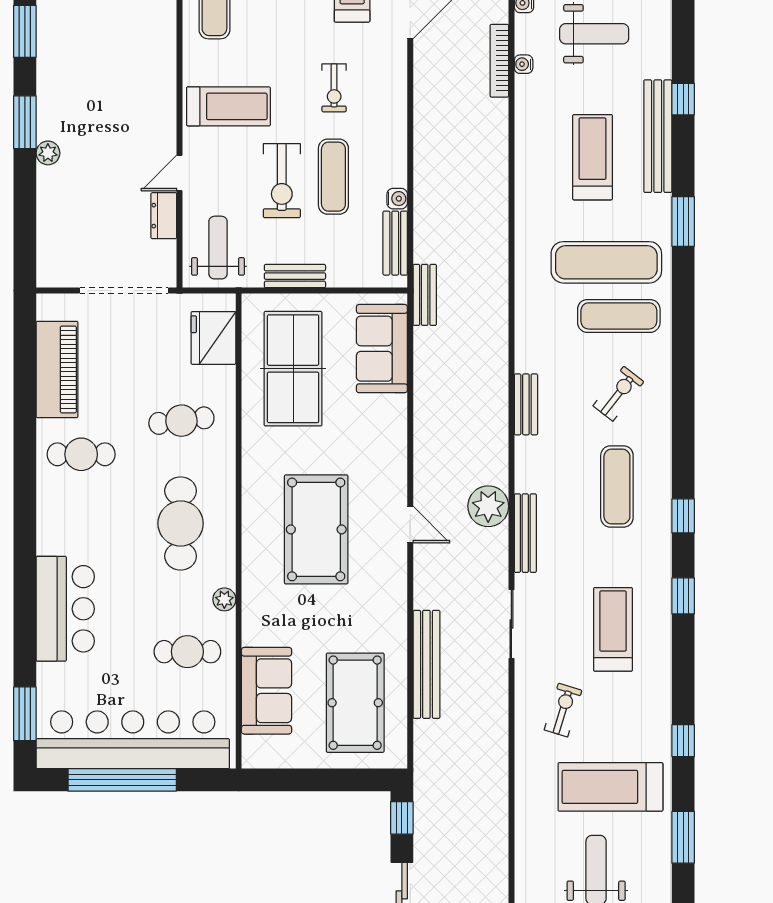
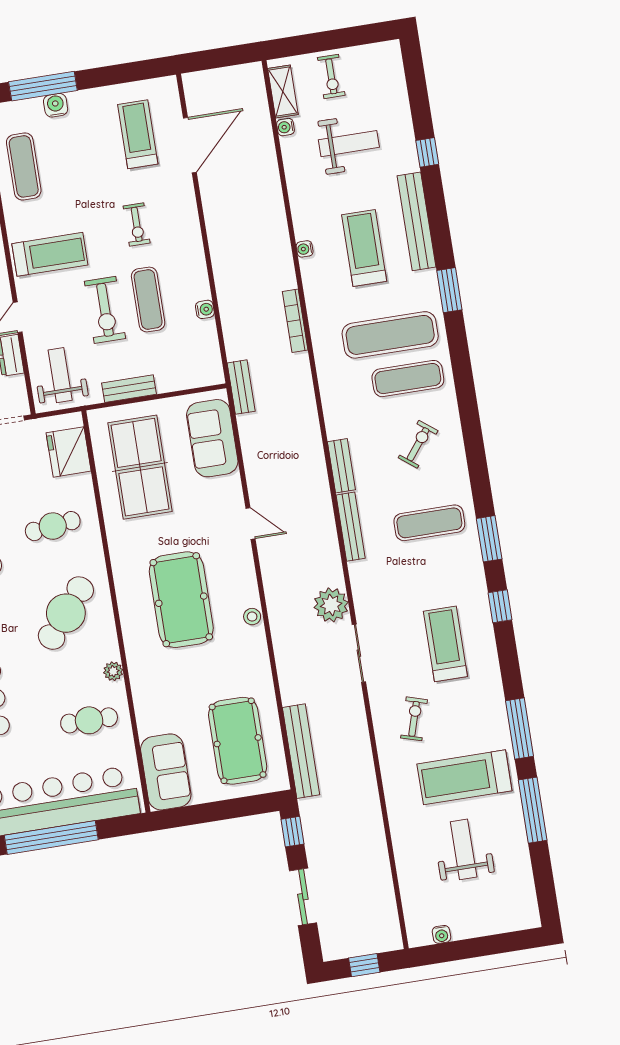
bookcase: (499, 61) -> (295, 321), moved
water cooler: (524, 64) -> (305, 249), moved
window: (683, 99) -> (427, 152), moved
bench: (395, 243) -> (209, 347), removed
exercise mat: (617, 487) -> (429, 523), turned 90
plant: (488, 506) -> (331, 605), moved
window: (683, 516) -> (489, 539), width x1.50
cafe table: (181, 524) -> (66, 613), turned 40
door: (410, 525) -> (250, 524), moved
bench: (525, 533) -> (351, 527), moved
stool: (395, 562) -> (252, 617), added
bench: (426, 664) -> (301, 751), moved
sofa: (266, 691) -> (166, 772), moved
window: (683, 741) -> (520, 728), width x2.17
window: (683, 837) -> (533, 810), width x1.44

